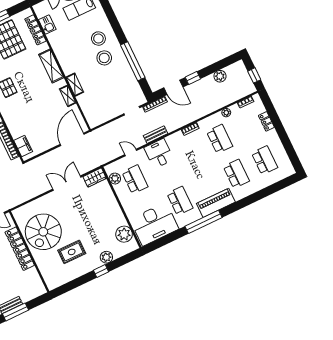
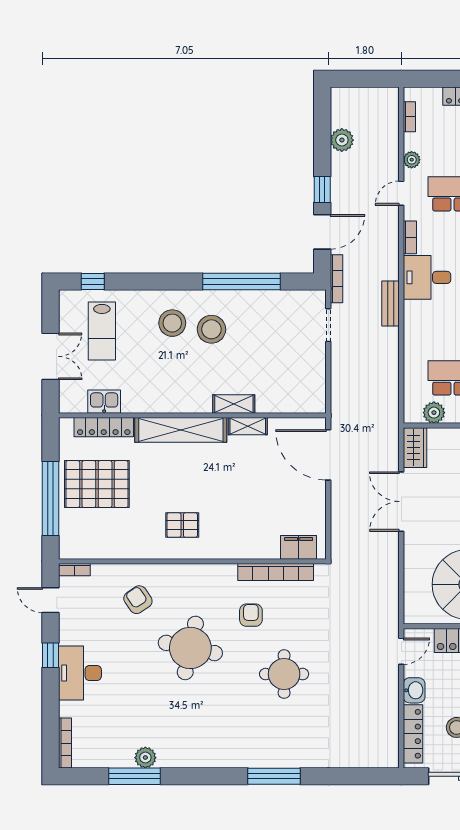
shelving: (51, 66) -> (181, 430), width x1.47
window: (254, 75) -> (370, 79), removed
door: (131, 153) -> (401, 193), moved
desk: (159, 154) -> (427, 277), moved

